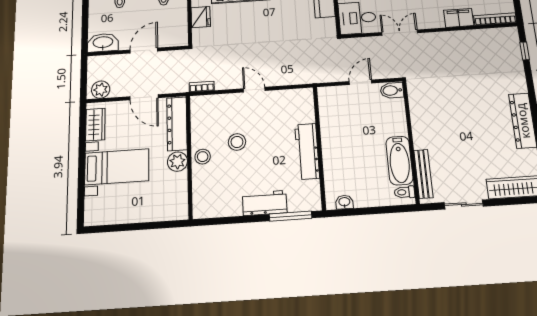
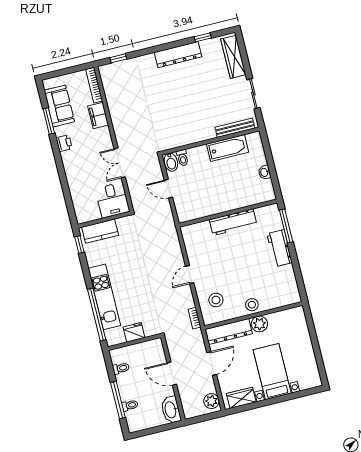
stool: (237, 142) -> (216, 300), moved
toilet: (405, 192) -> (183, 158), moved
washbasin: (344, 202) -> (264, 172), moved

